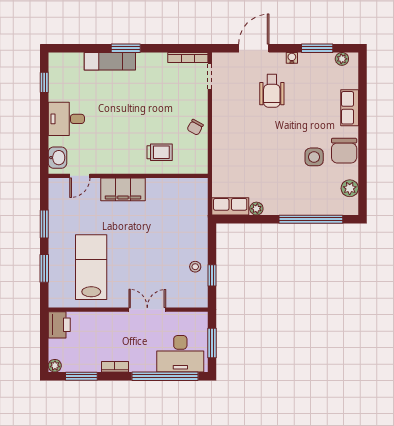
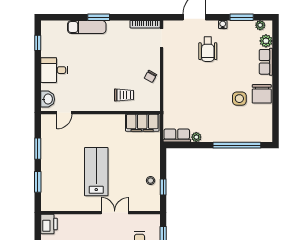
plant: (350, 188) -> (266, 41), moved
filing cabinet: (123, 189) -> (142, 123), moved
lab bench: (91, 267) -> (96, 172), moved

